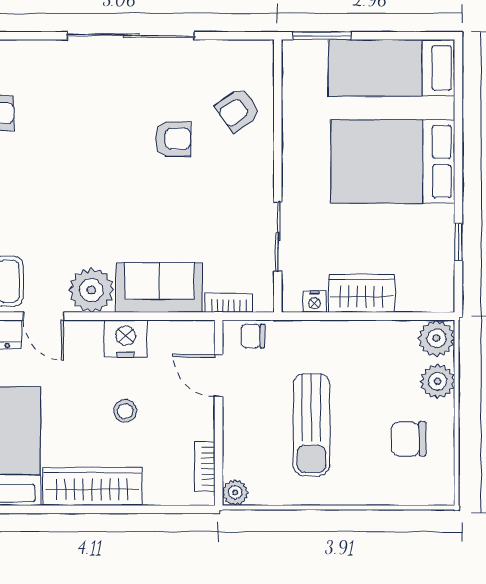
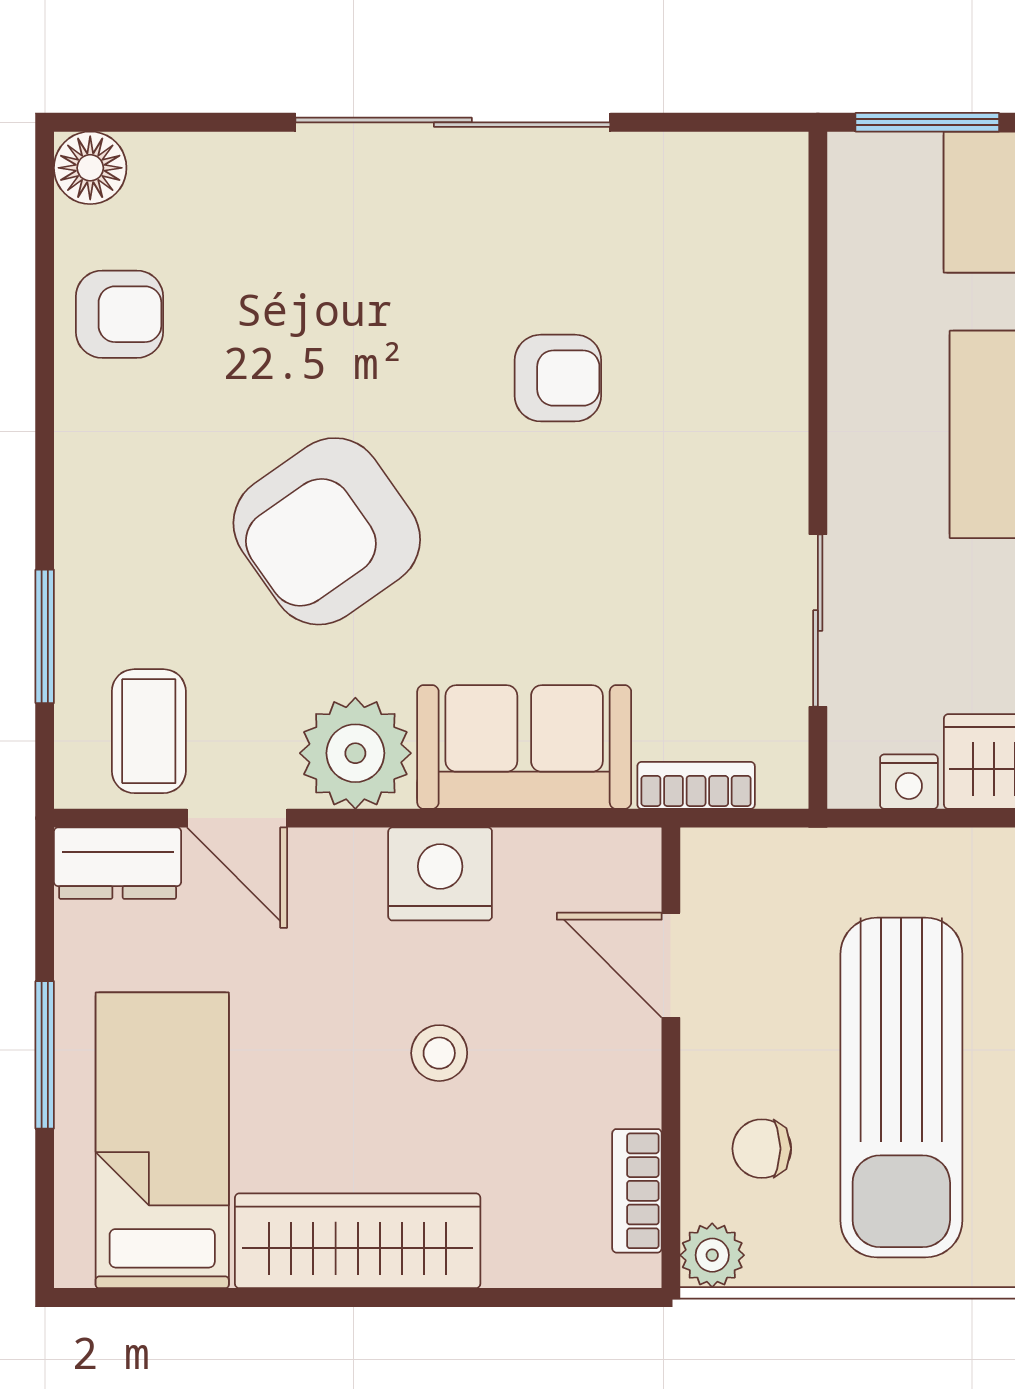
armchair: (238, 110) -> (327, 531), moved, width x1.88, depth x1.88
chair: (253, 336) -> (762, 1149), moved
sun lounger: (311, 425) -> (901, 1087), width x1.36, depth x1.34

